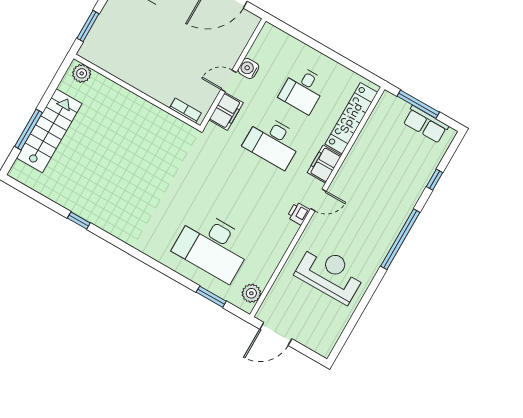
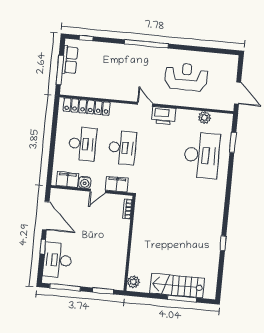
door: (229, 81) -> (98, 191), hinge flipped
desk: (303, 89) -> (83, 144), width x1.37
filing cabinet: (324, 164) -> (68, 180), moved, turned 180
window: (435, 180) -> (86, 38), moved
printer: (298, 213) -> (164, 116), width x1.87, depth x1.48
reception desk: (330, 274) -> (186, 77), turned 90
plant: (251, 293) -> (204, 118), moved

